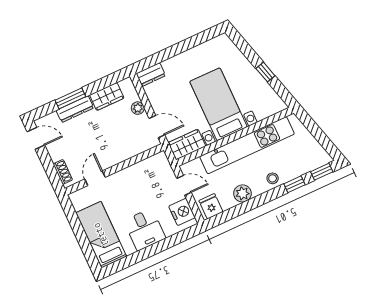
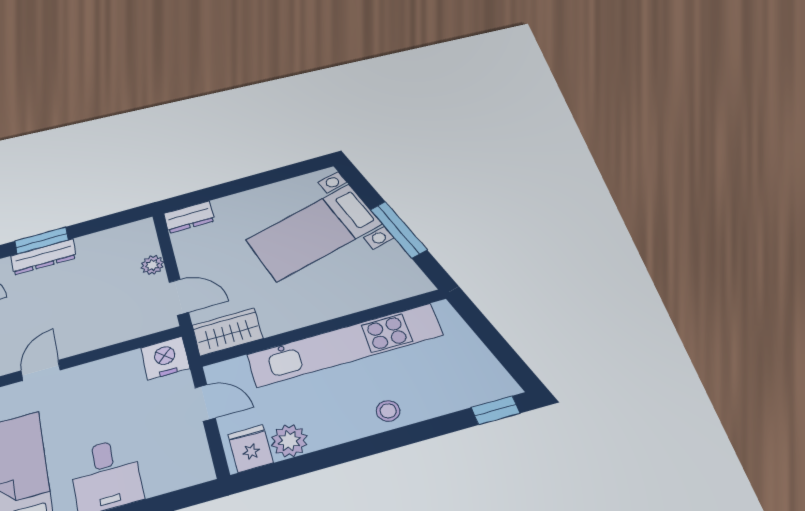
window: (265, 72) -> (398, 229), width x2.17
wardrobe: (107, 96) -> (104, 243), removed
bed with nightstands: (218, 104) -> (314, 232), moved, turned -106
window: (294, 184) -> (434, 428), removed
plant: (243, 193) -> (289, 441), moved
nightstand: (182, 212) -> (165, 358), moved, turned -90

